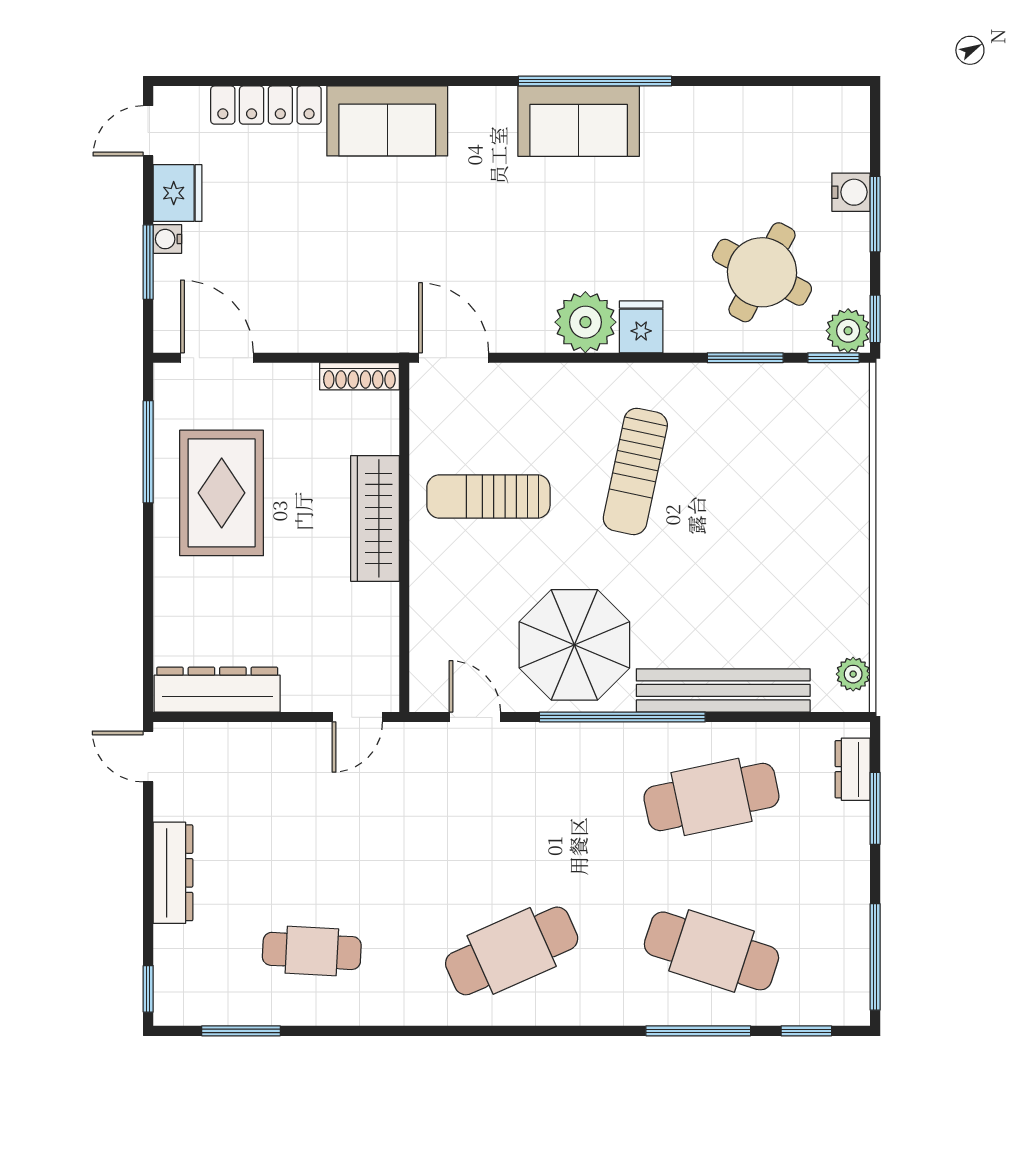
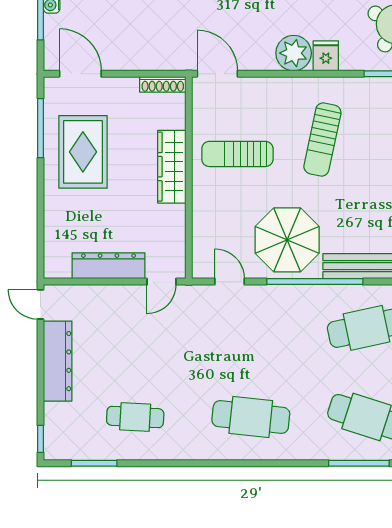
dresser: (217, 690) -> (109, 266), moved
dresser: (173, 873) -> (58, 361), width x1.37, depth x1.24
cafe table: (512, 951) -> (251, 417), turned 30

